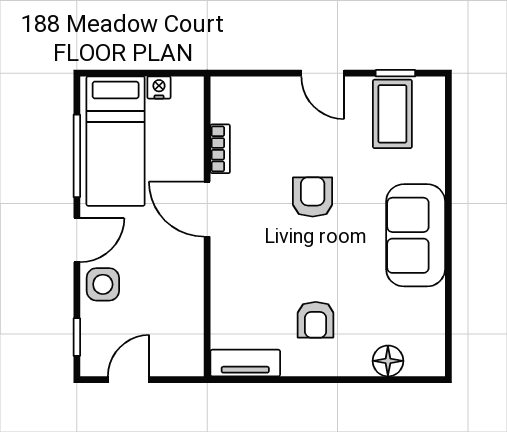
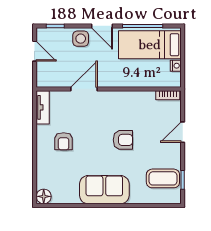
door: (323, 73) -> (183, 132), moved
bookcase: (220, 149) -> (168, 95), moved
door: (207, 209) -> (84, 89), moved
armchair: (316, 320) -> (64, 141), turned -90
floor lamp: (388, 361) -> (44, 196), moved

